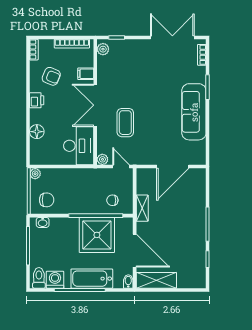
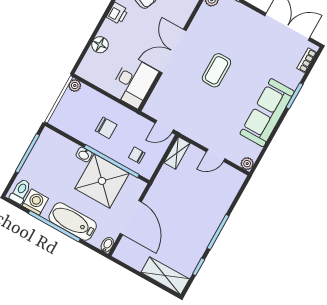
filing cabinet: (86, 74) -> (181, 14), removed
coffee table: (125, 123) -> (216, 70), moved
plant: (102, 159) -> (247, 164), moved
door: (121, 167) -> (164, 126), swing flipped
door: (173, 167) -> (216, 155), width x0.53
chair: (47, 200) -> (106, 128), moved
shelving: (142, 208) -> (177, 153), moved
washbasin: (43, 222) -> (84, 155), moved
shelving: (156, 280) -> (165, 276), moved

